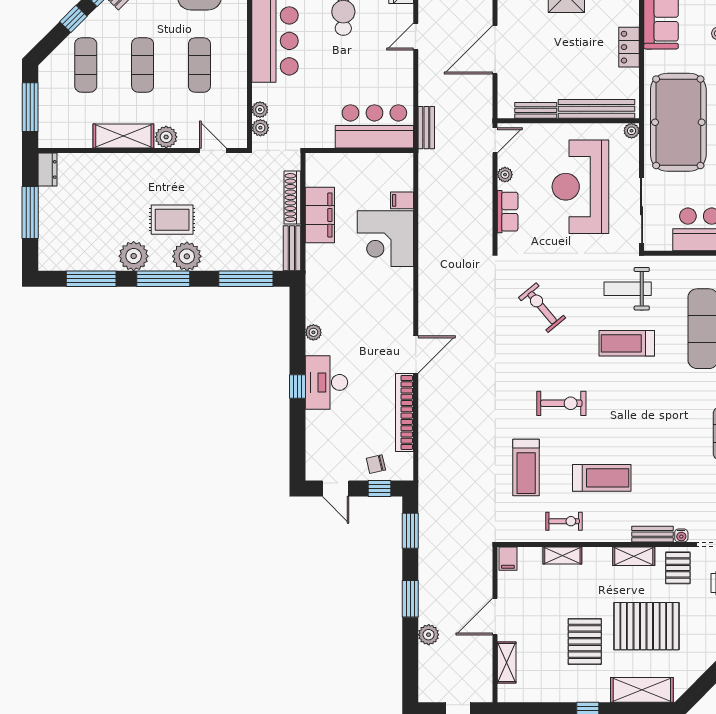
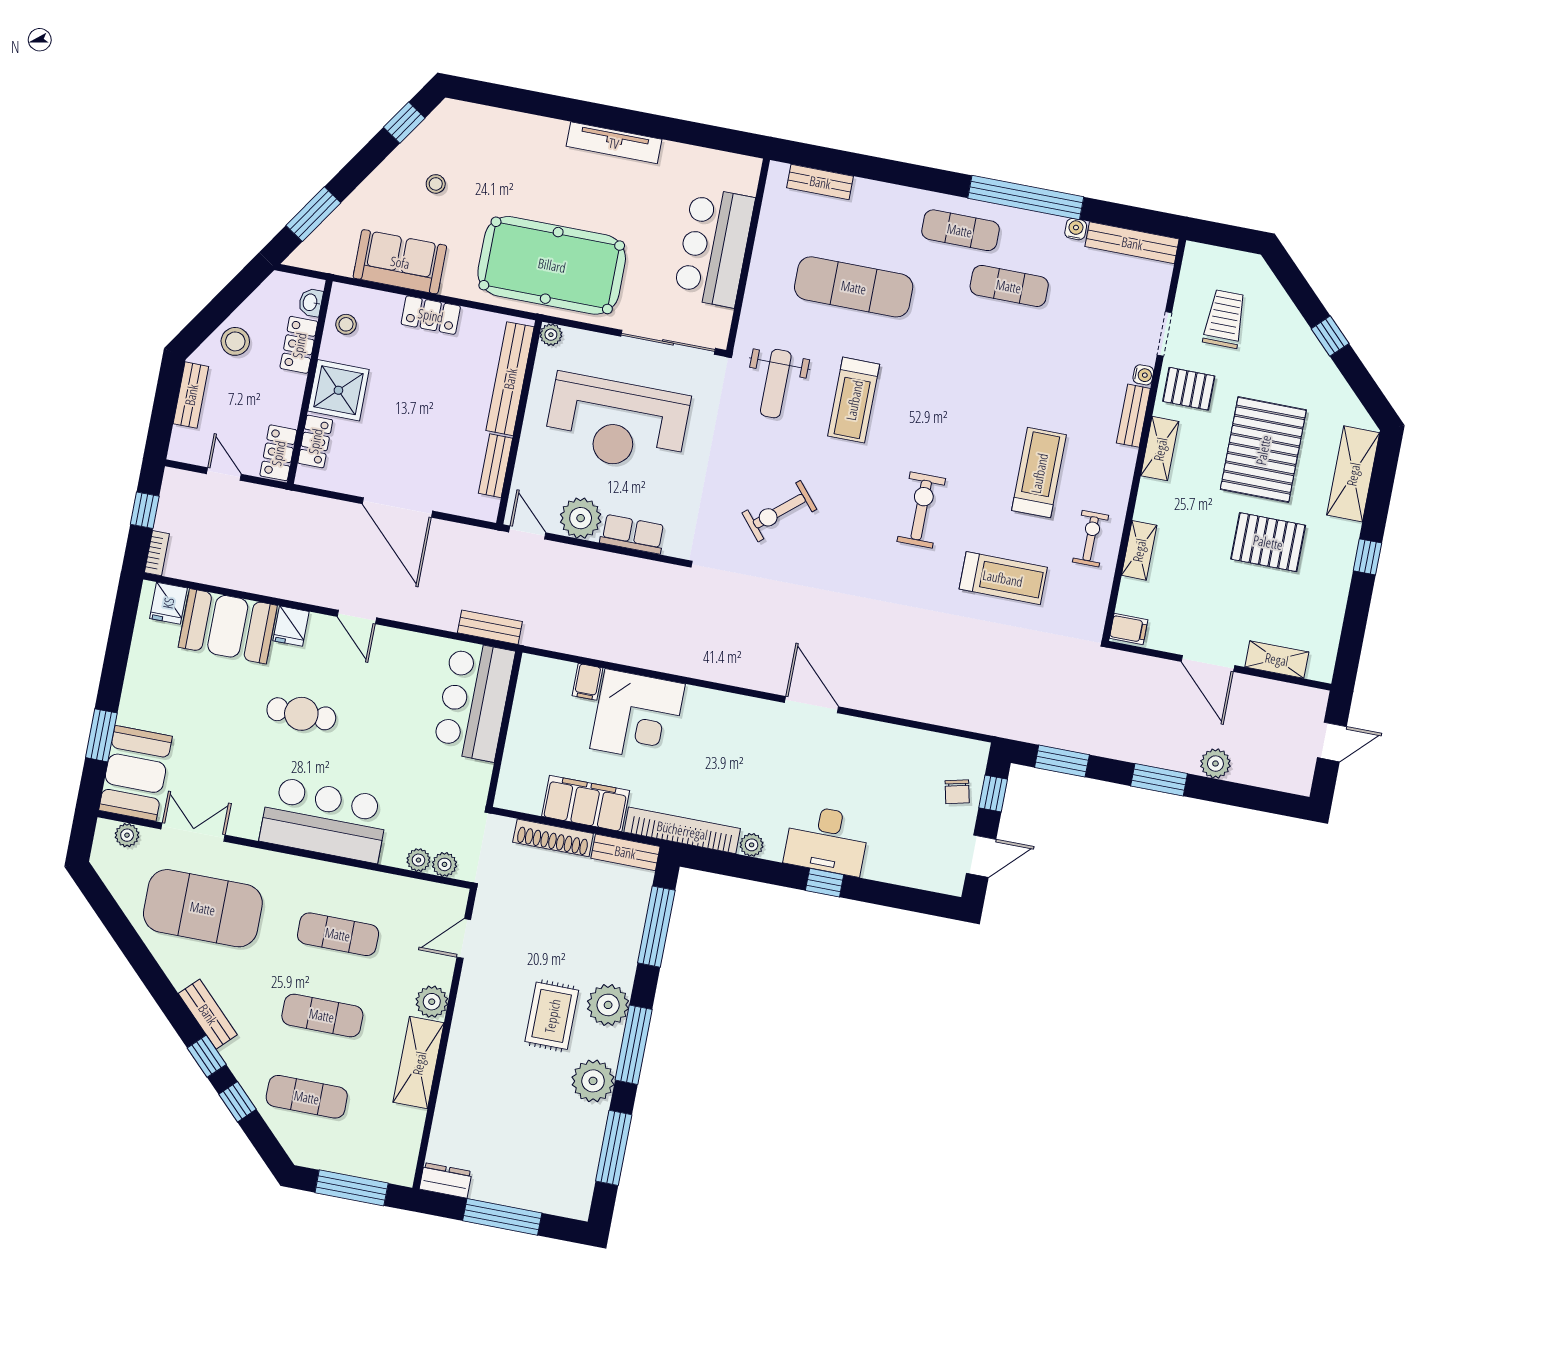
plant: (505, 175) -> (581, 518), width x1.87, depth x1.87
bookcase: (405, 412) -> (682, 830), moved, turned 180

